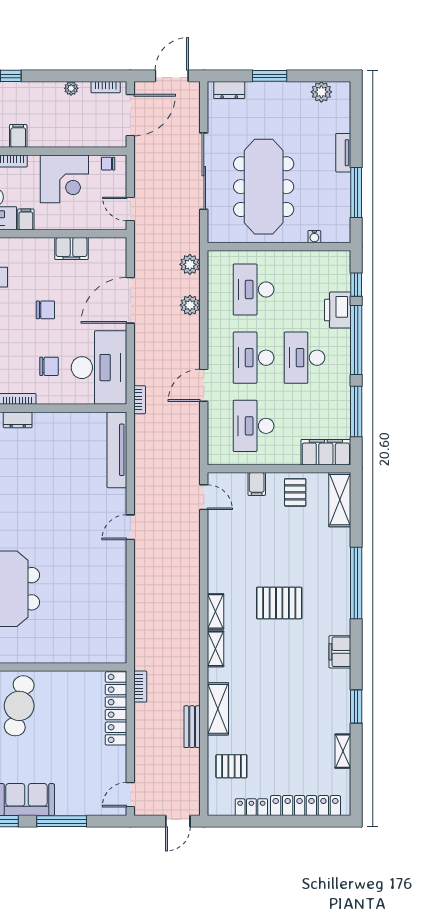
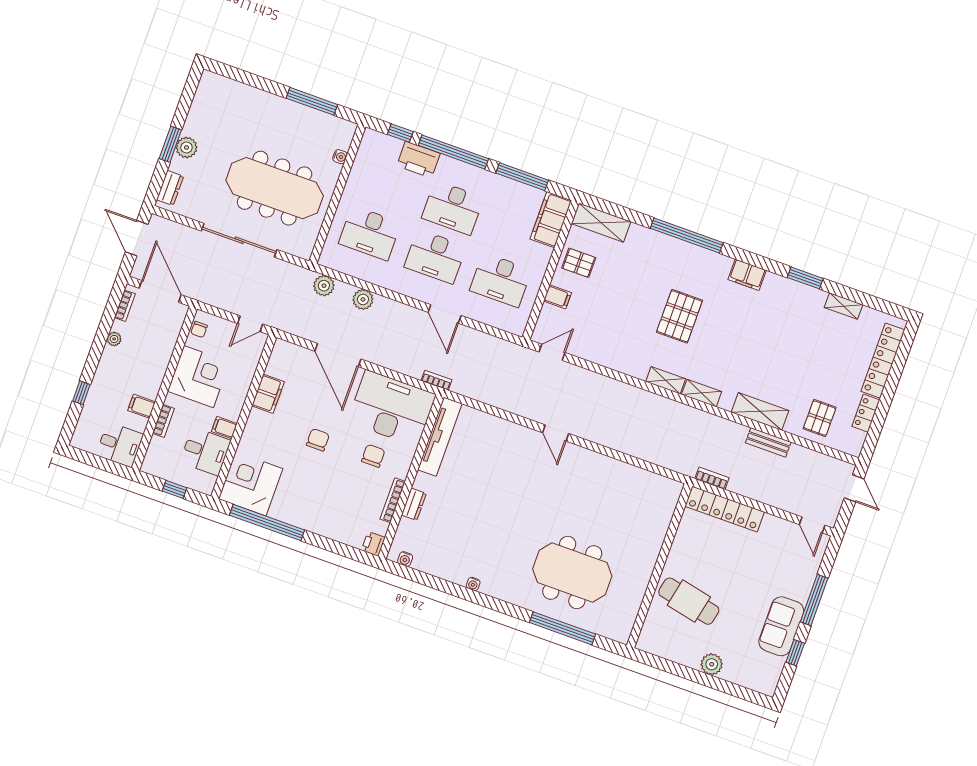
plant: (321, 92) -> (186, 147), moved
tv unit: (343, 153) -> (269, 100), removed
tv unit: (117, 450) -> (440, 437), moved, turned -90

